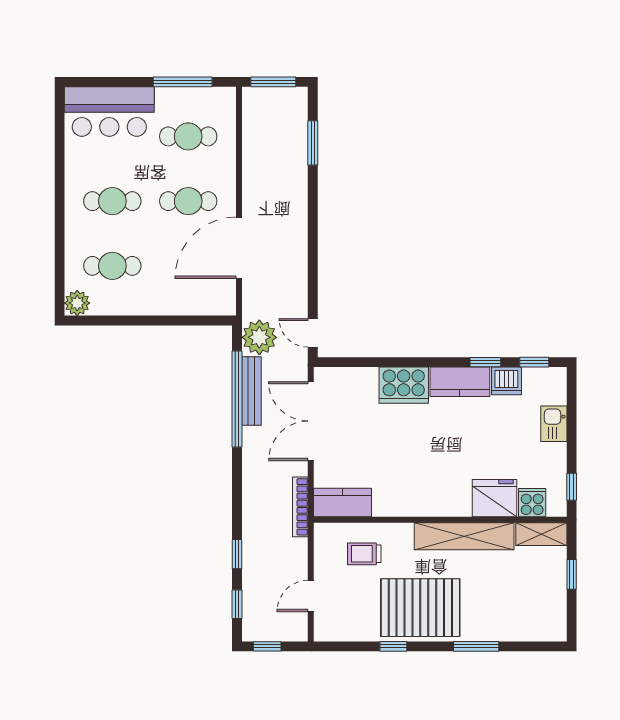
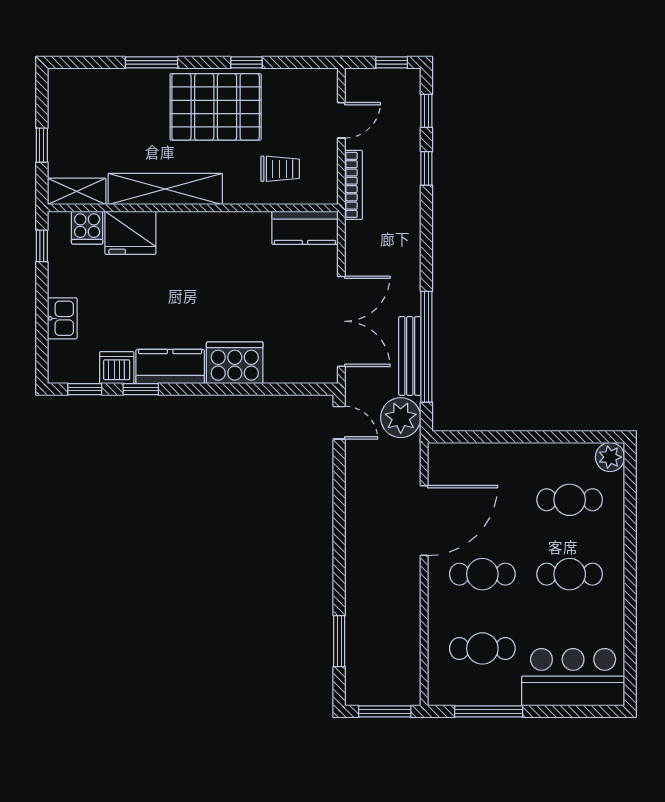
bookcase: (300, 507) -> (354, 185), moved

